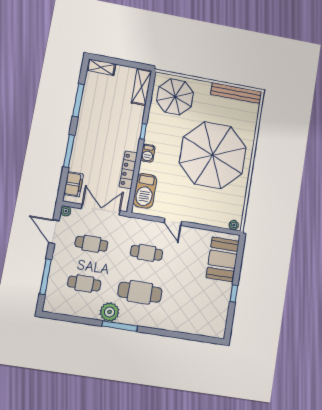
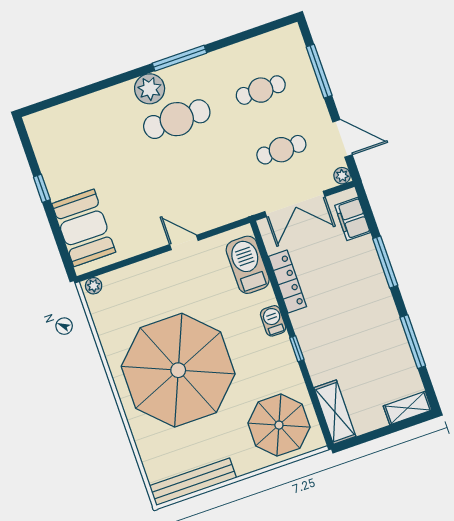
cafe table: (147, 253) -> (197, 179), removed
plant: (110, 312) -> (150, 89), moved

